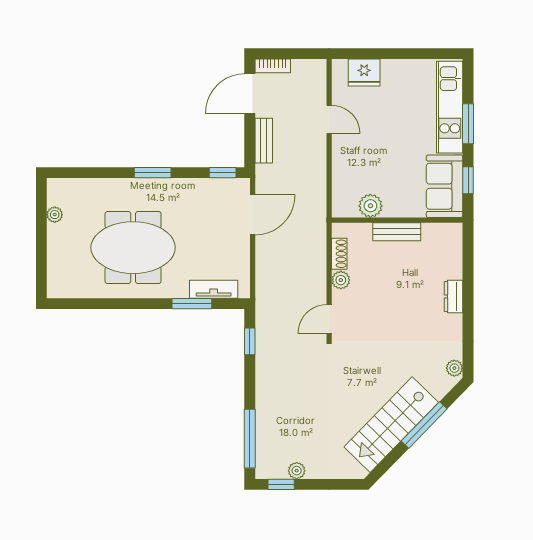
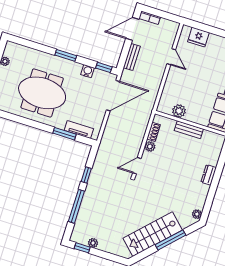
water cooler: (197, 187) -> (88, 71), added
door: (253, 215) -> (113, 96), width x1.36
window: (250, 341) -> (86, 175), moved
window: (250, 439) -> (76, 206), moved

